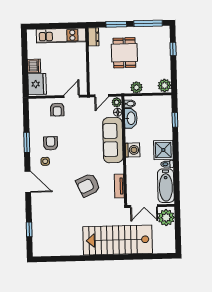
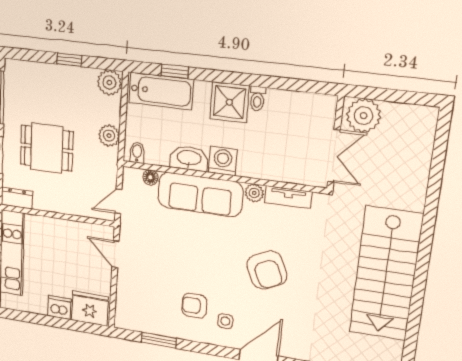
window: (173, 49) -> (69, 60), moved
door: (102, 96) -> (118, 201), swing flipped
plant: (117, 102) -> (254, 193), moved
armchair: (57, 110) -> (136, 283), removed
washbasin: (131, 118) -> (189, 158), moved
window: (27, 142) -> (159, 340), moved
armchair: (88, 185) -> (267, 270), moved
bathtub: (166, 186) -> (161, 91), moved
stairs: (118, 240) -> (386, 274), moved

